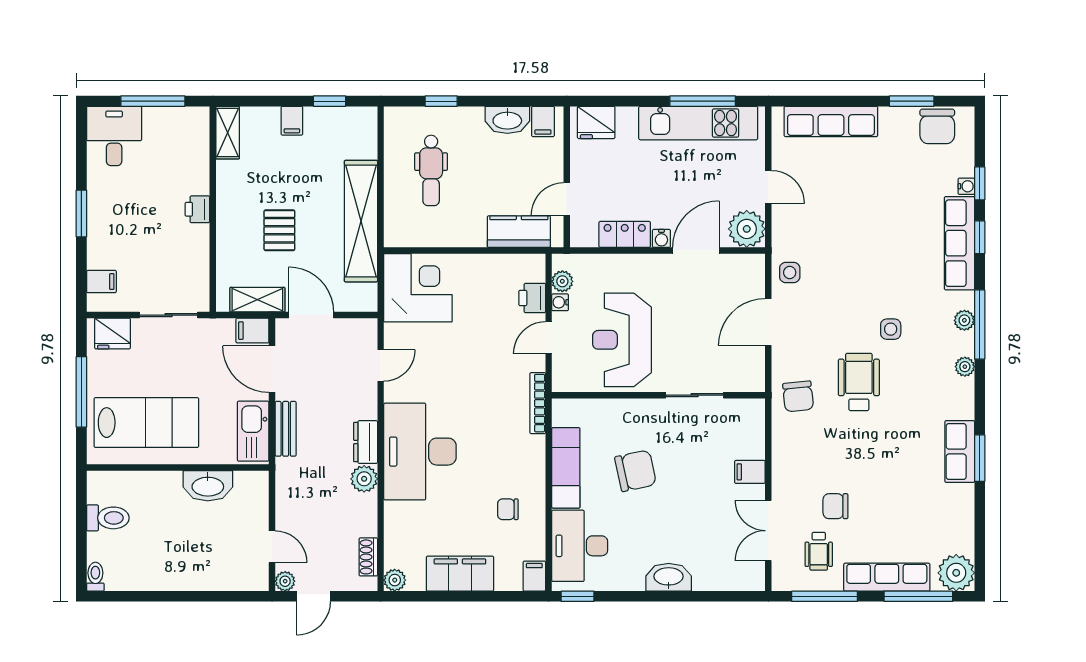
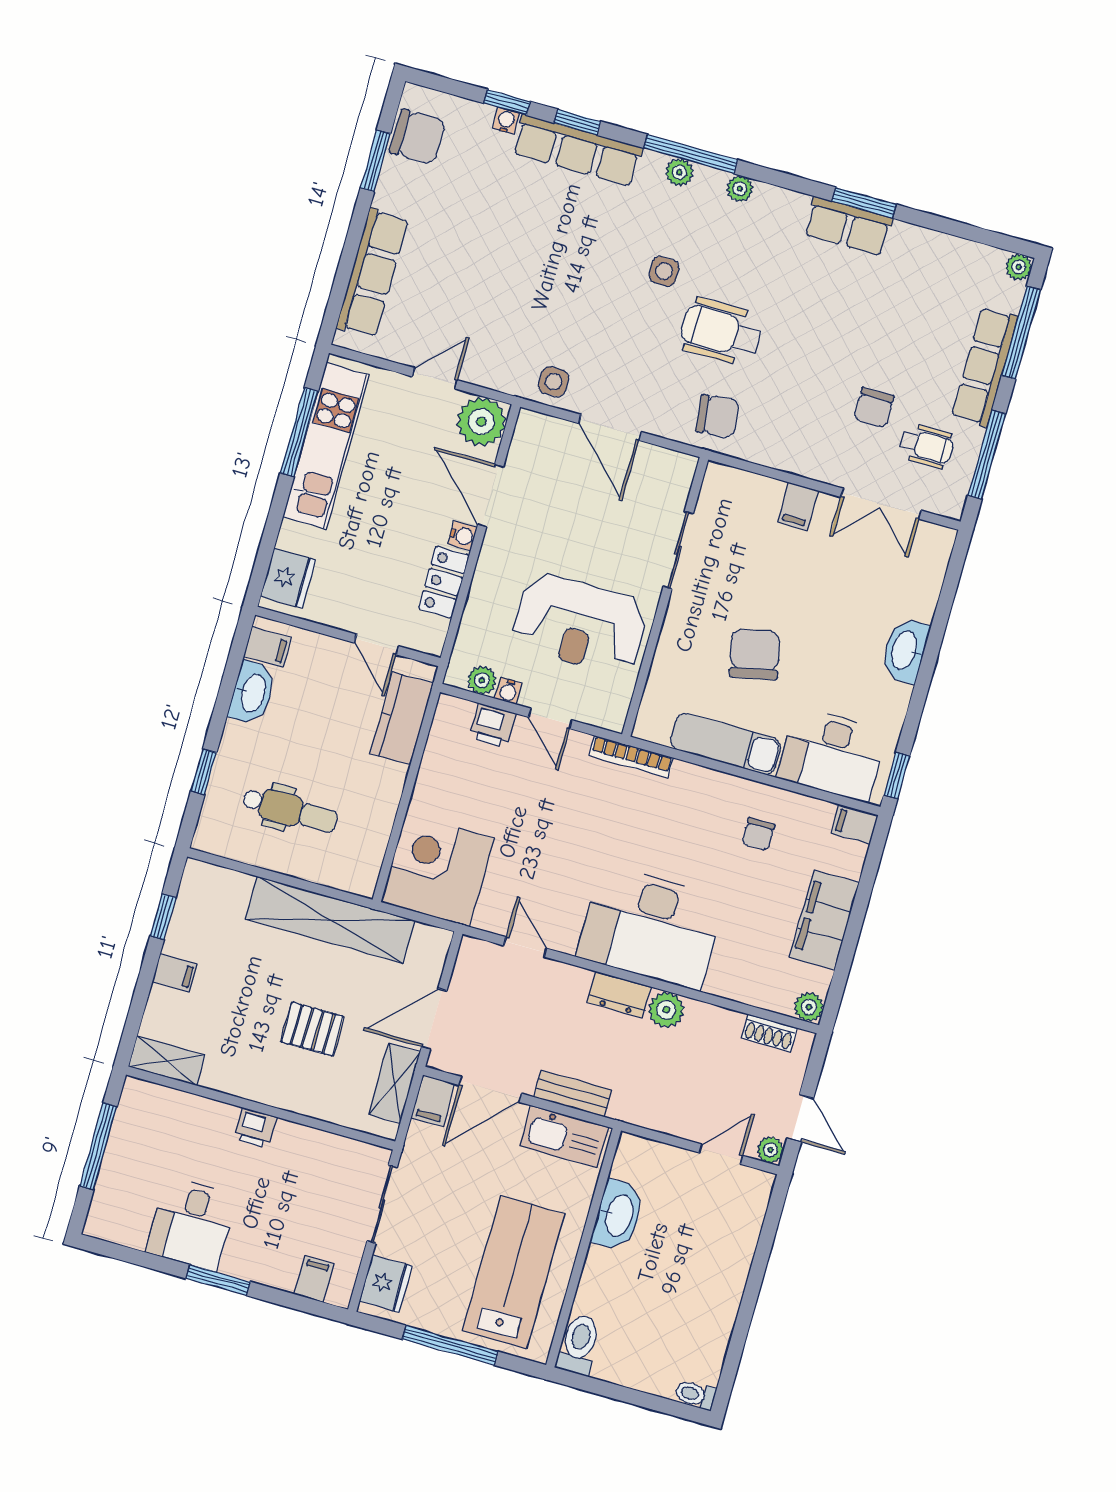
desk: (114, 136) -> (192, 1224), moved, turned -90
toilet: (108, 518) -> (579, 1344), moved
plant: (956, 573) -> (1019, 267), width x0.53, depth x0.53

